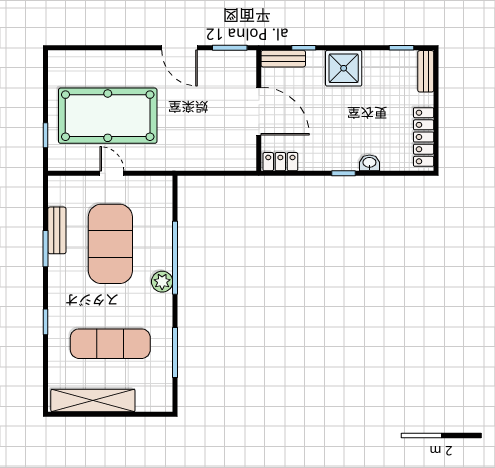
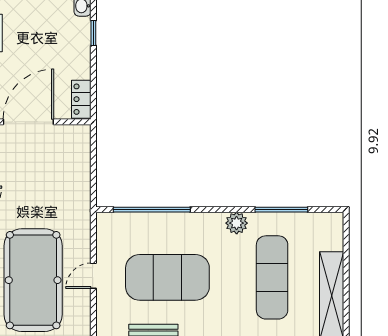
window: (175, 258) -> (152, 210), moved
plant: (162, 282) -> (237, 223), moved

